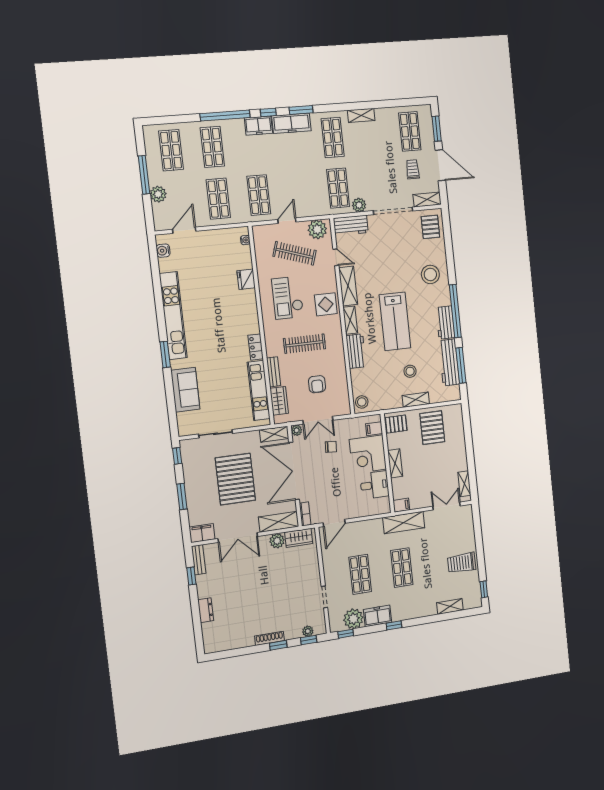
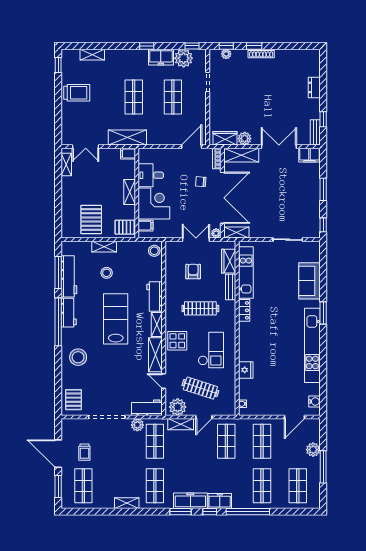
shelving: (427, 200) -> (181, 424), moved
chair: (331, 447) -> (201, 182), moved
pallet: (235, 479) -> (275, 198), removed

